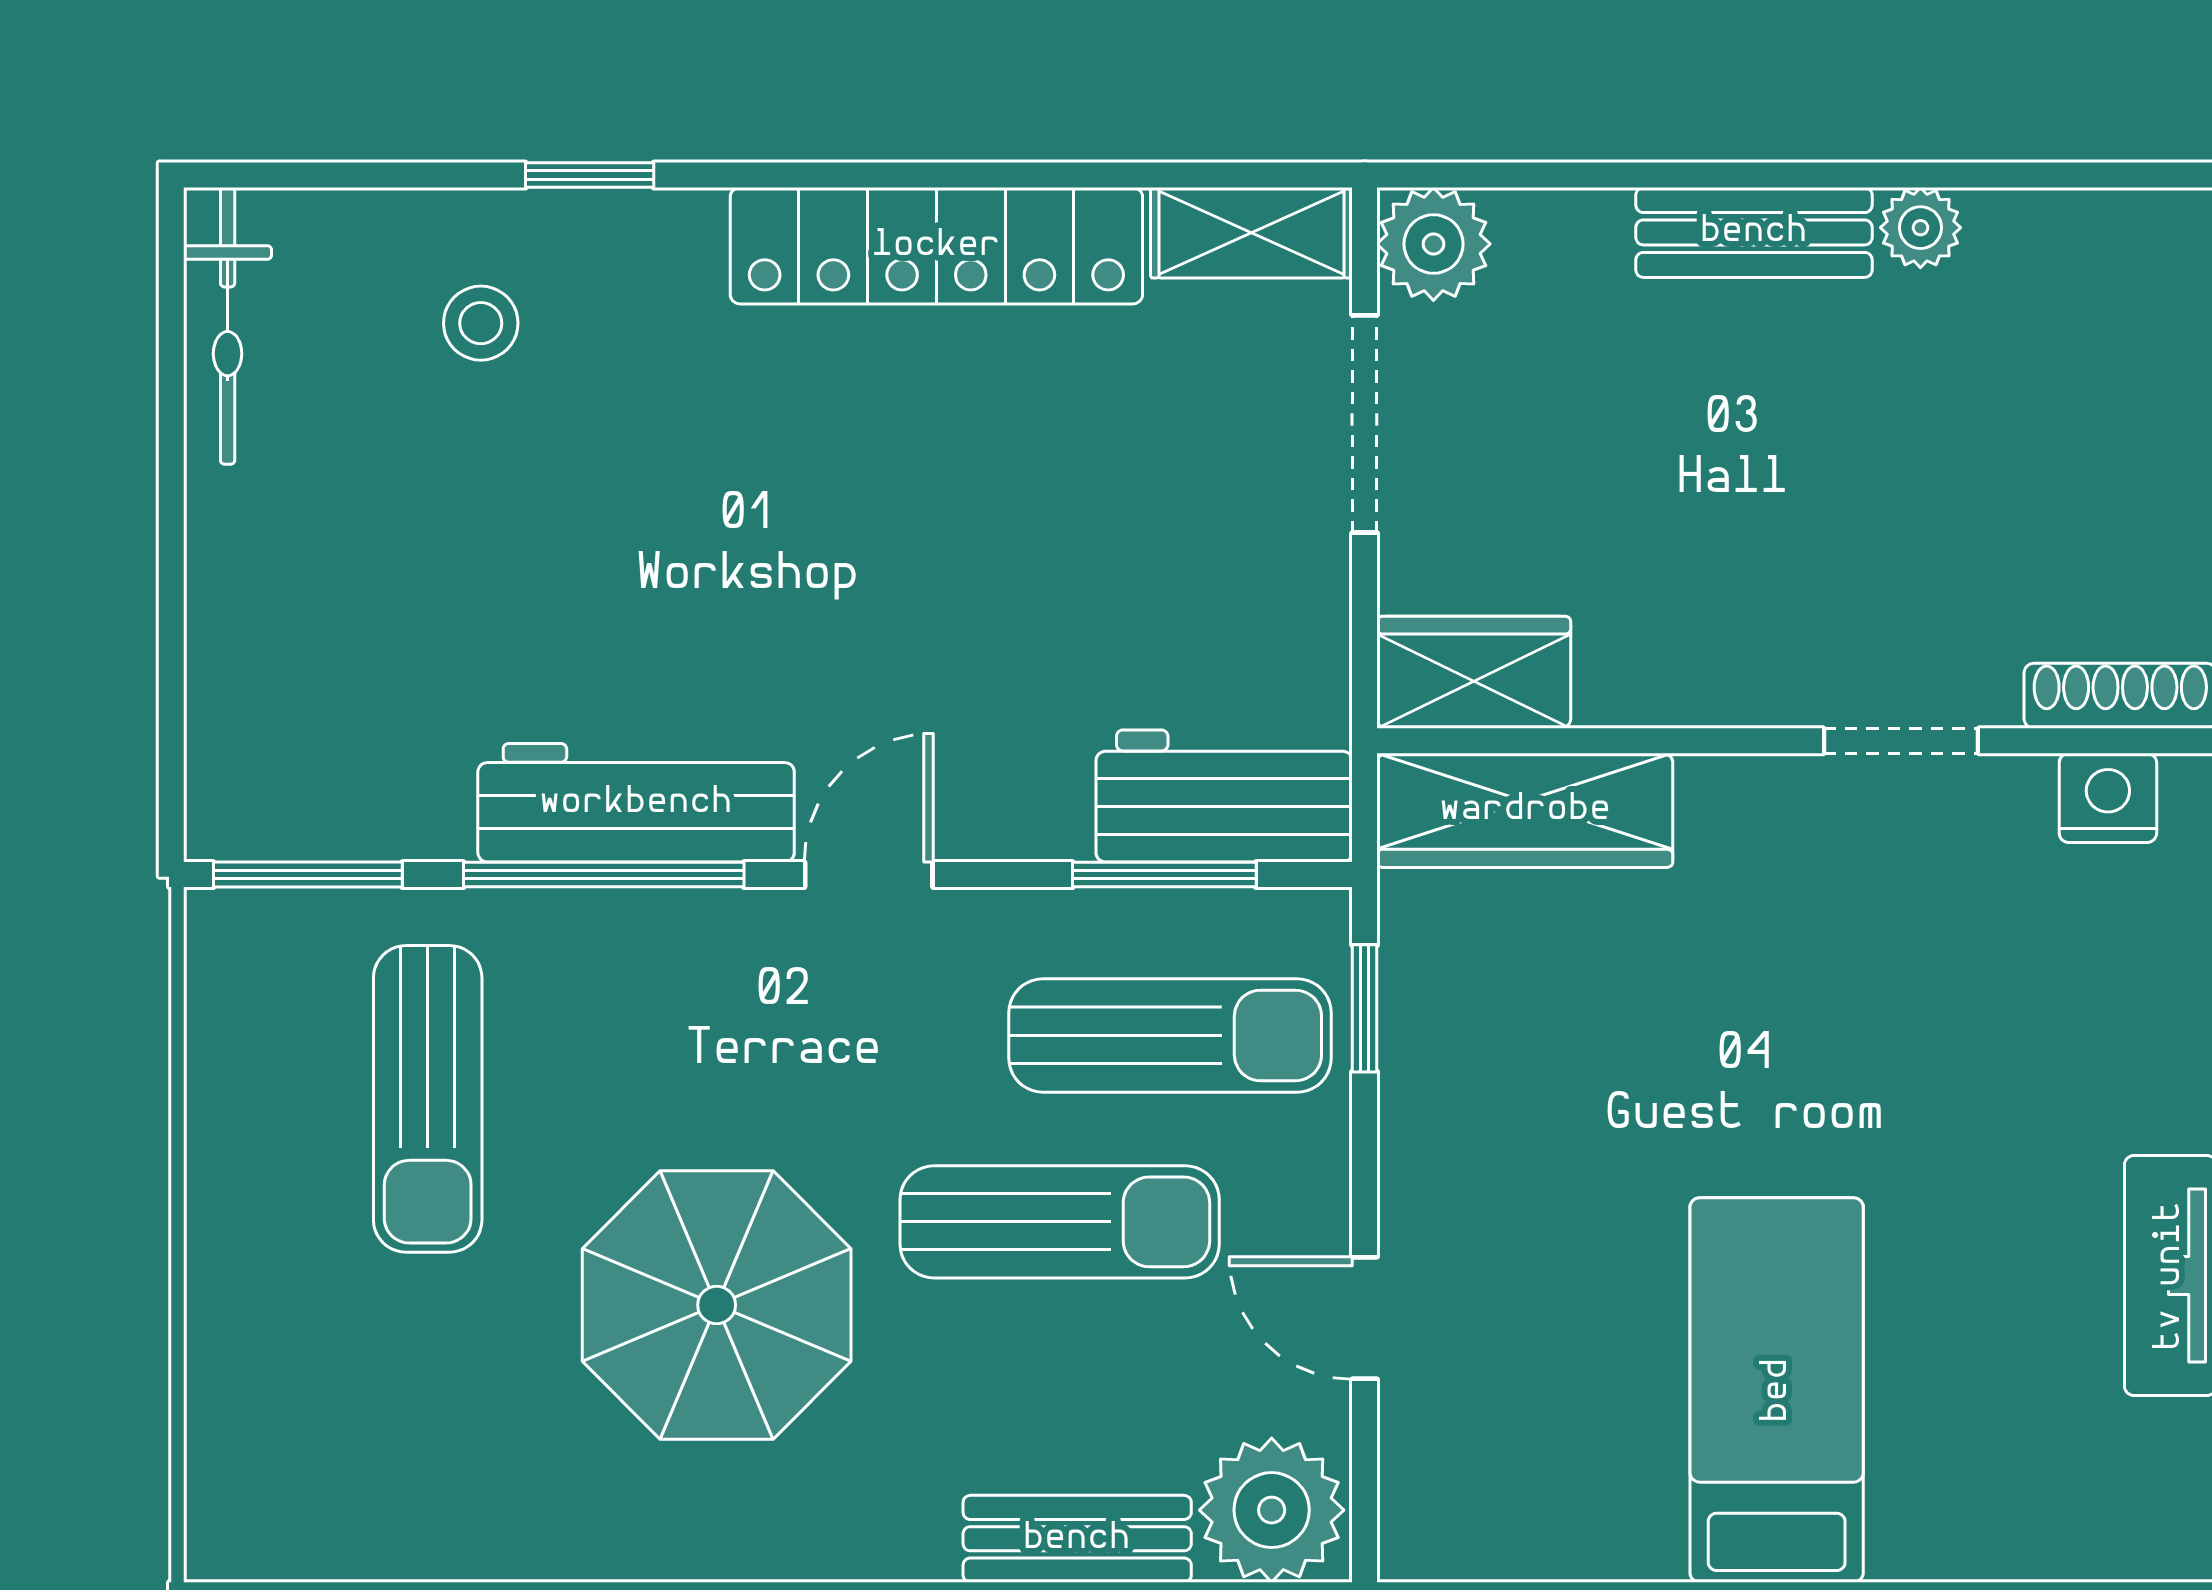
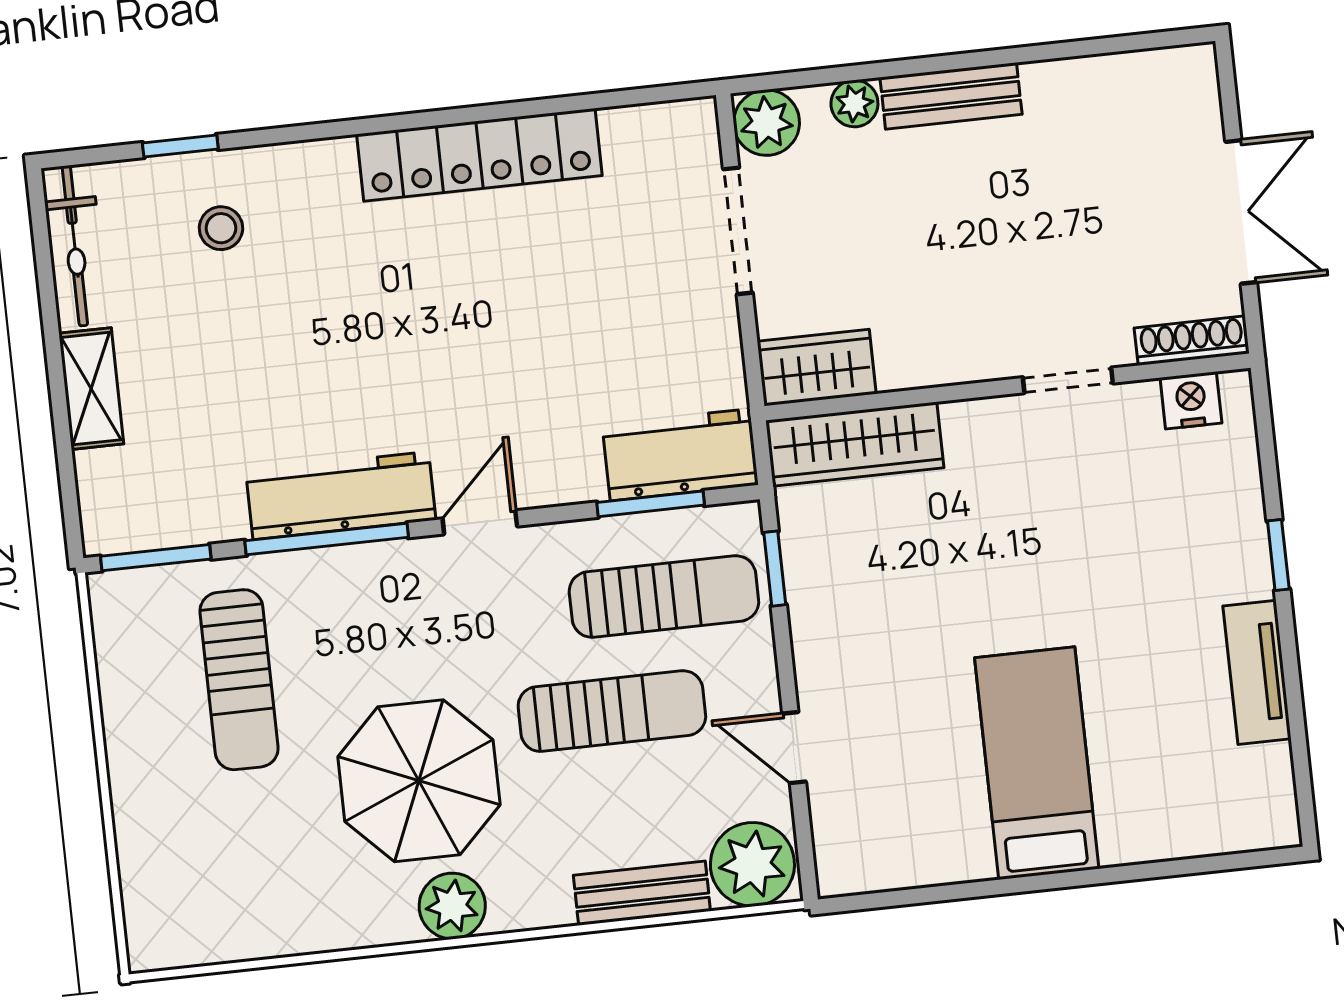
window: (590, 175) -> (180, 146), moved
plant: (1920, 228) -> (854, 104), moved
shelving: (1251, 233) -> (91, 389), moved, turned 90
plant: (750, 1526) -> (452, 906), added

